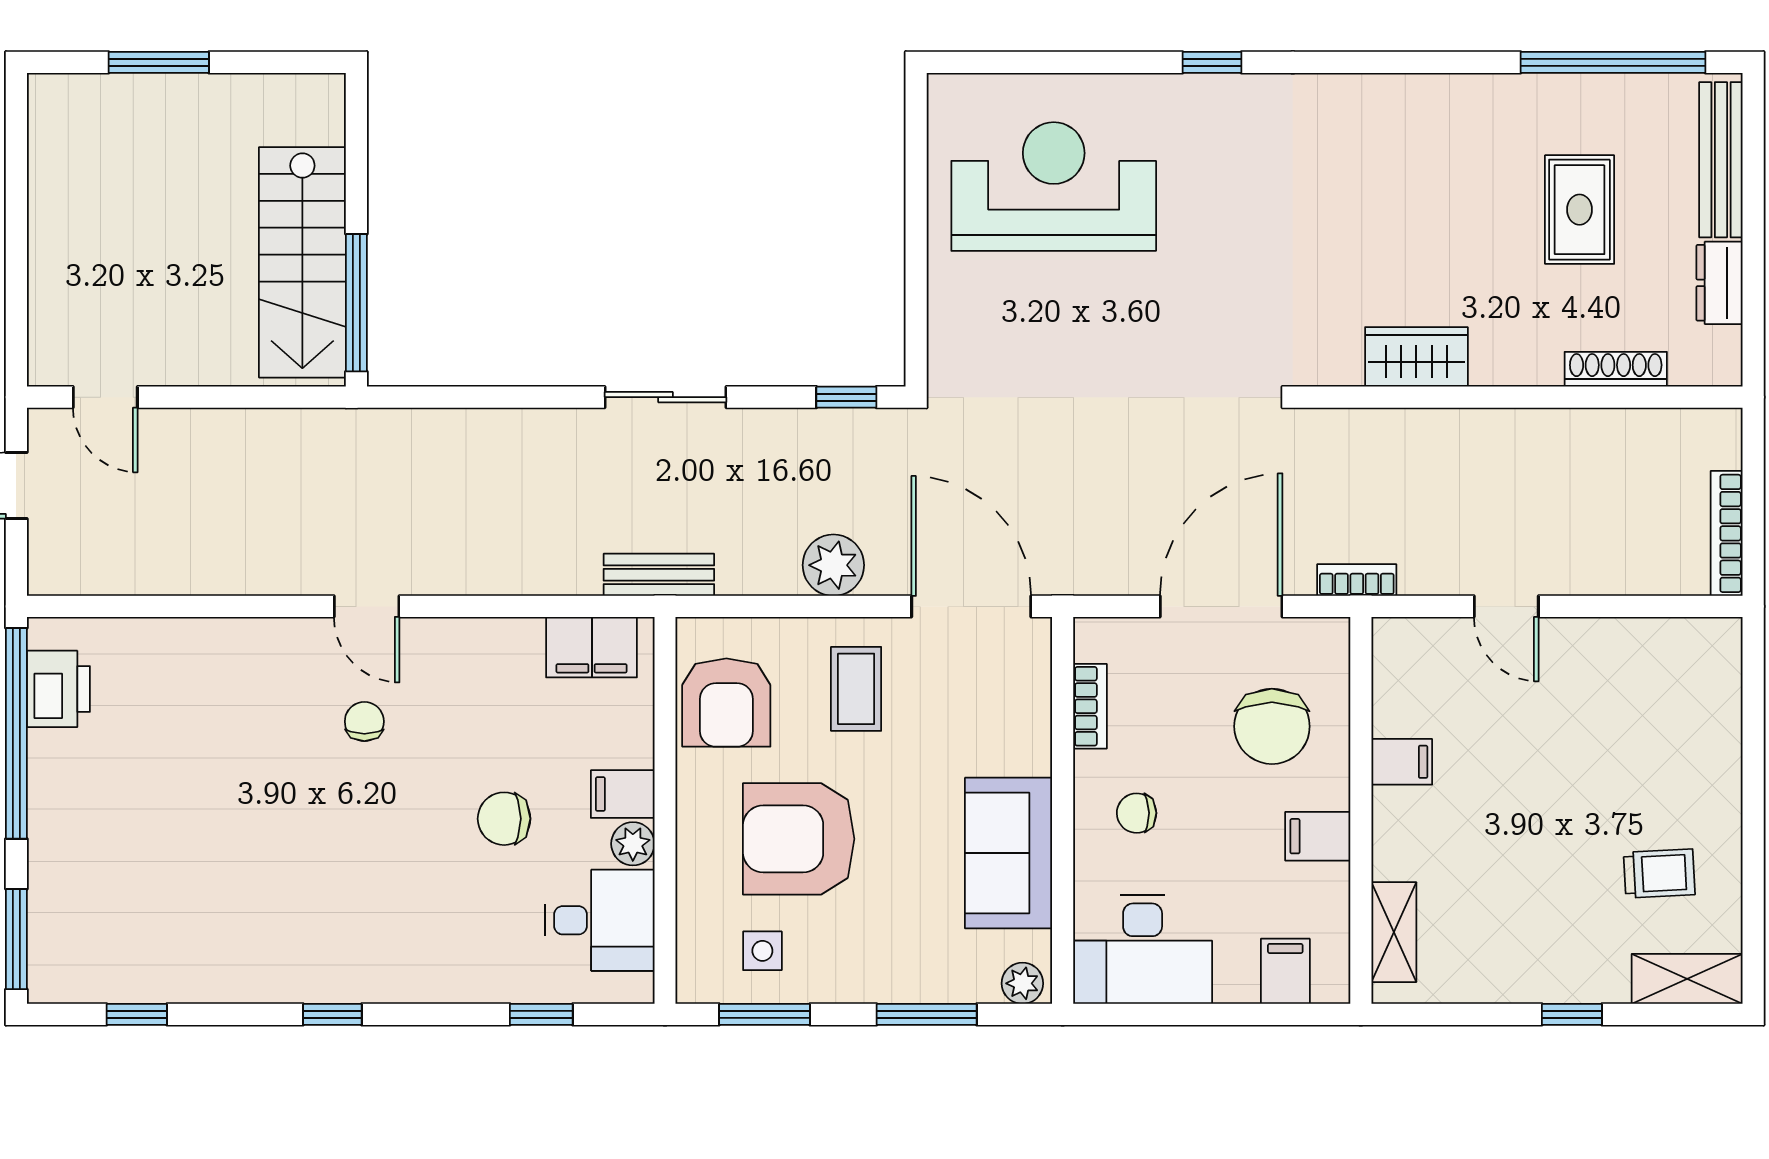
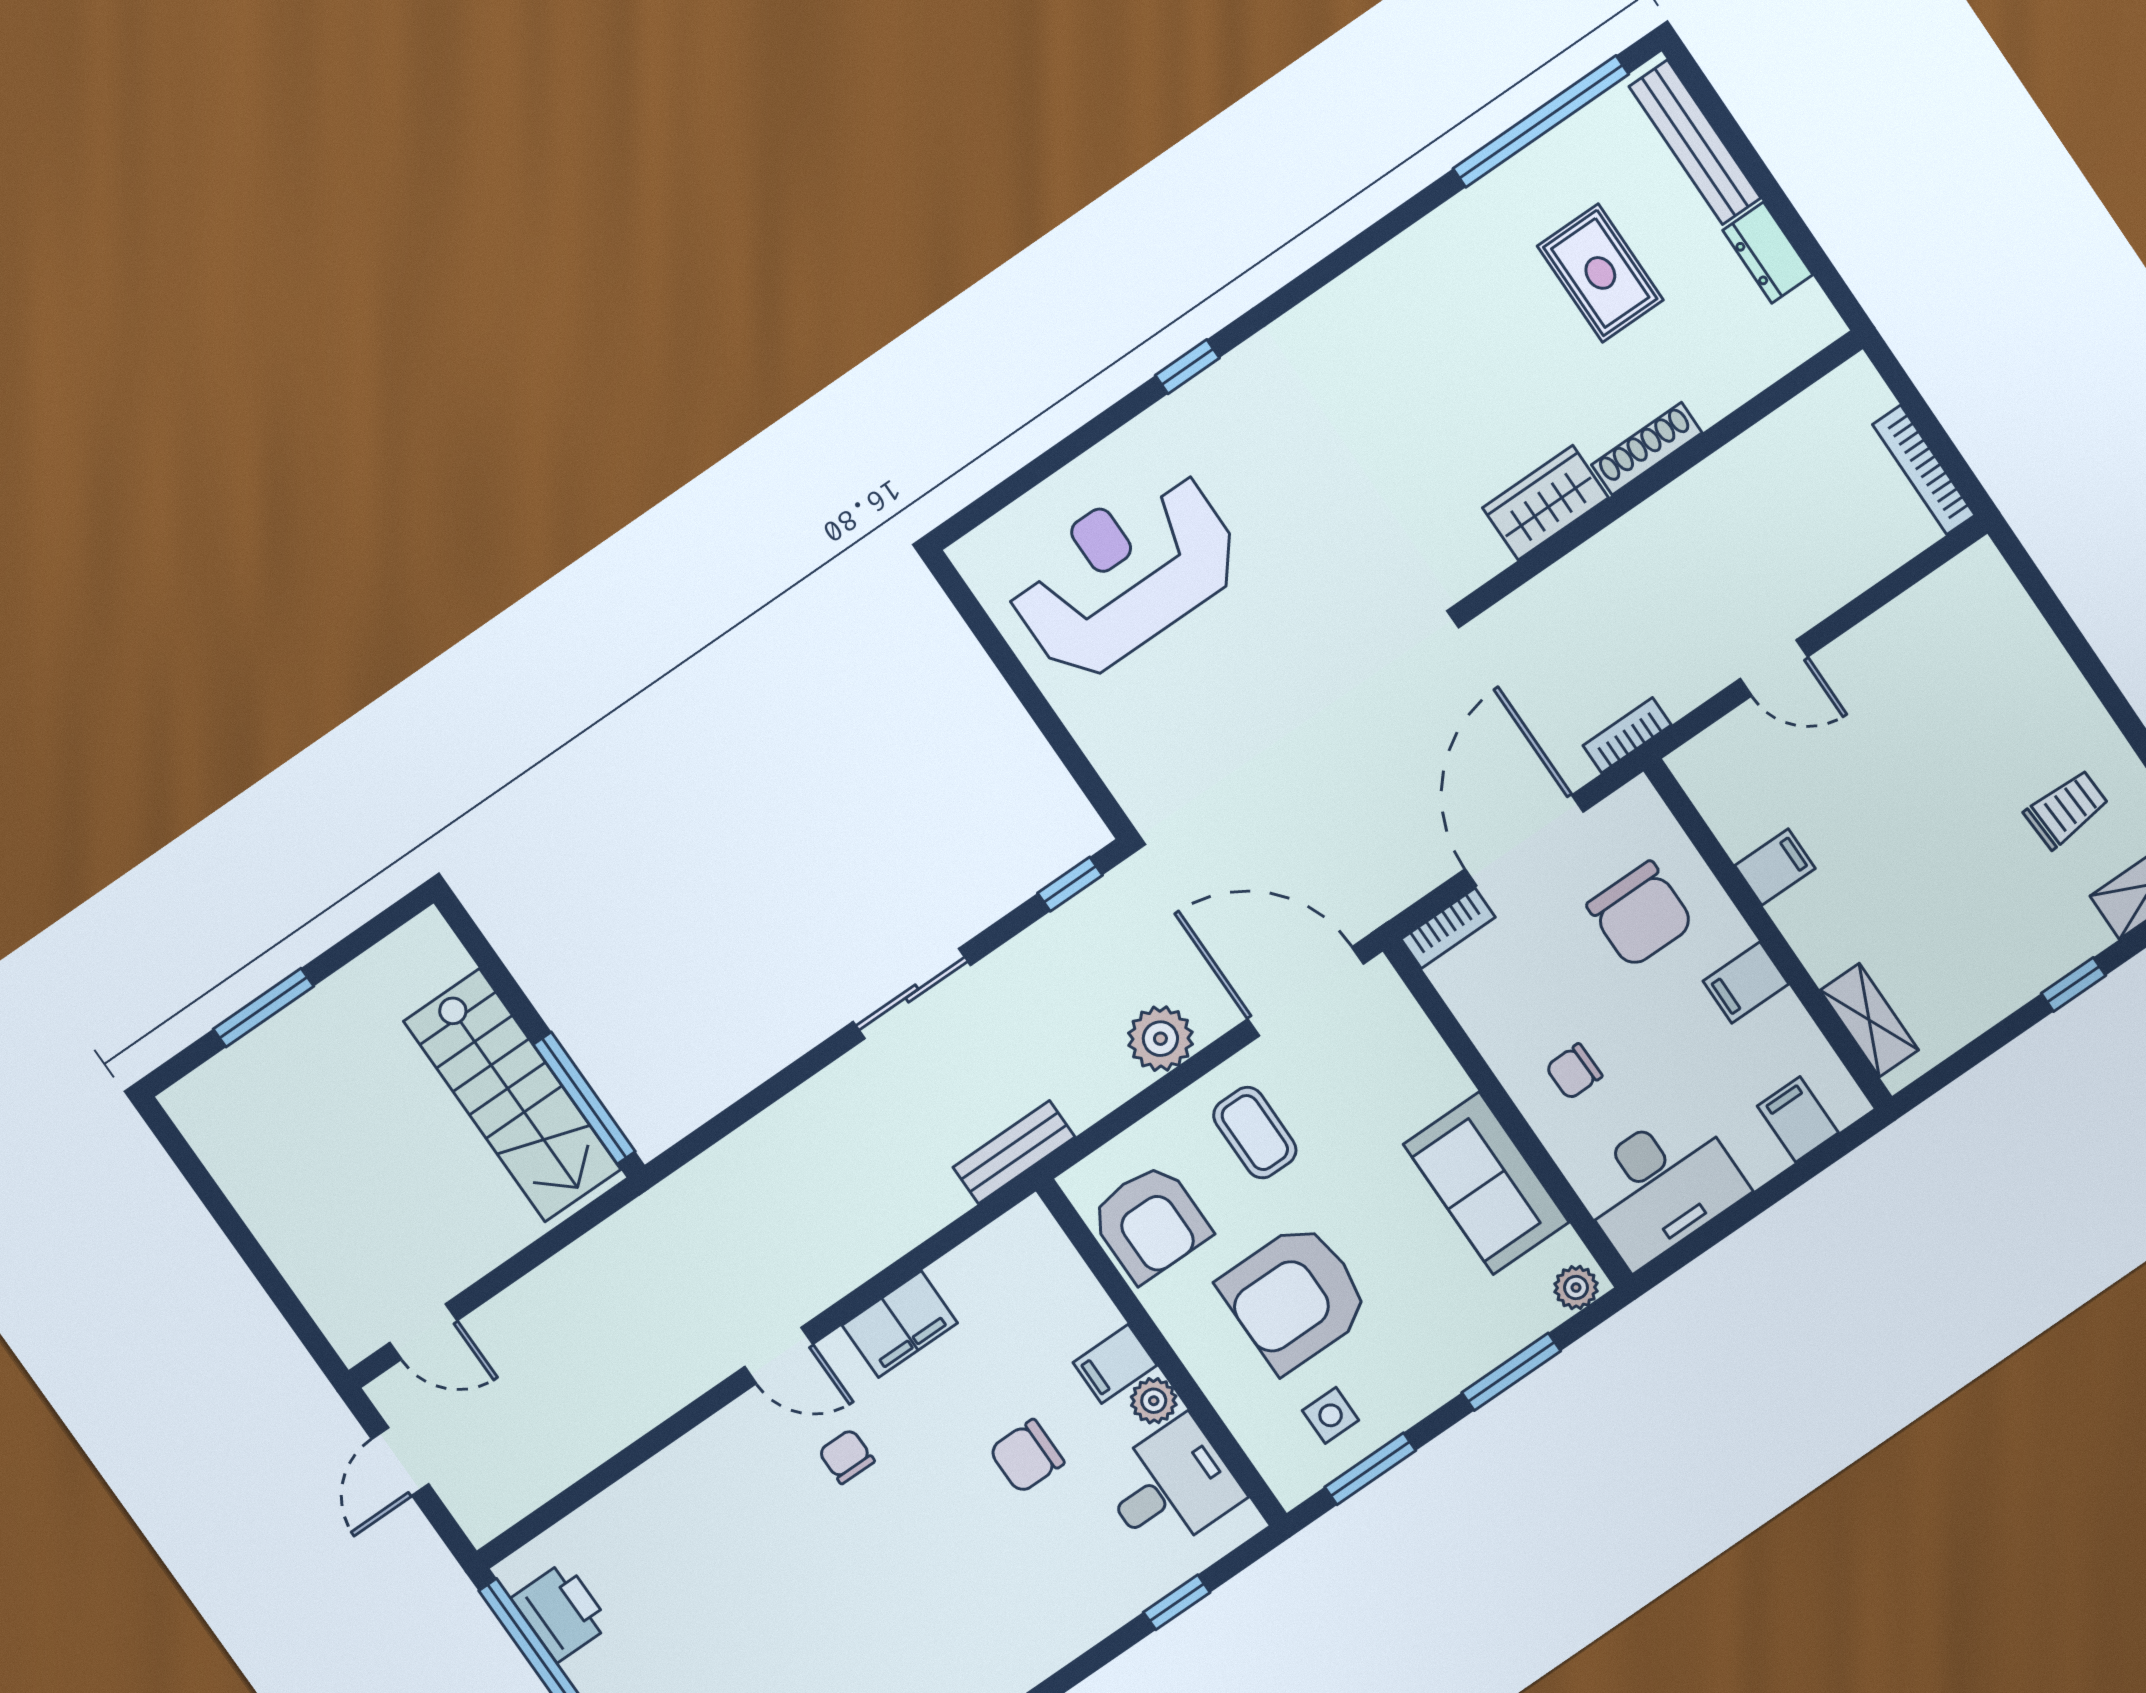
shoe rack: (1616, 369) -> (1647, 449), moved
filing cabinet: (592, 647) -> (900, 1324), moved
bookcase: (1090, 706) -> (1448, 928), moved, turned 90

